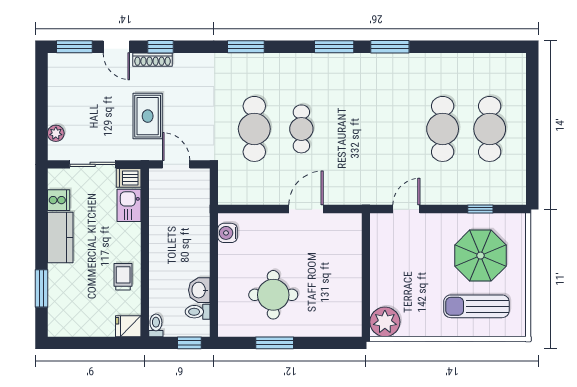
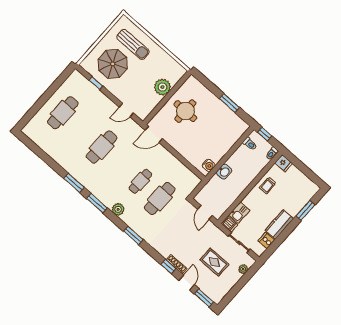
plant: (298, 64) -> (118, 209), added
rug: (148, 116) -> (214, 262), moved, turned 90
cafe table: (443, 129) -> (102, 147), moved
door: (306, 209) -> (154, 134), moved
washbasin: (199, 290) -> (224, 172), moved
round table: (273, 295) -> (185, 111), moved
plant: (385, 322) -> (162, 87), moved

